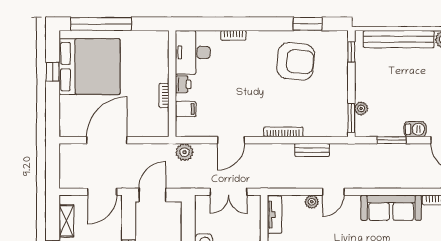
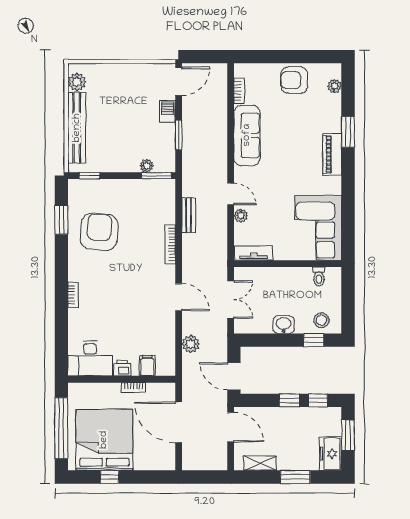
desk: (193, 52) -> (90, 358), moved
wall: (172, 84) -> (122, 379), moved
printer: (183, 84) -> (122, 368), moved
bookcase: (164, 96) -> (134, 387), moved
filing cabinet: (186, 109) -> (147, 366), moved

